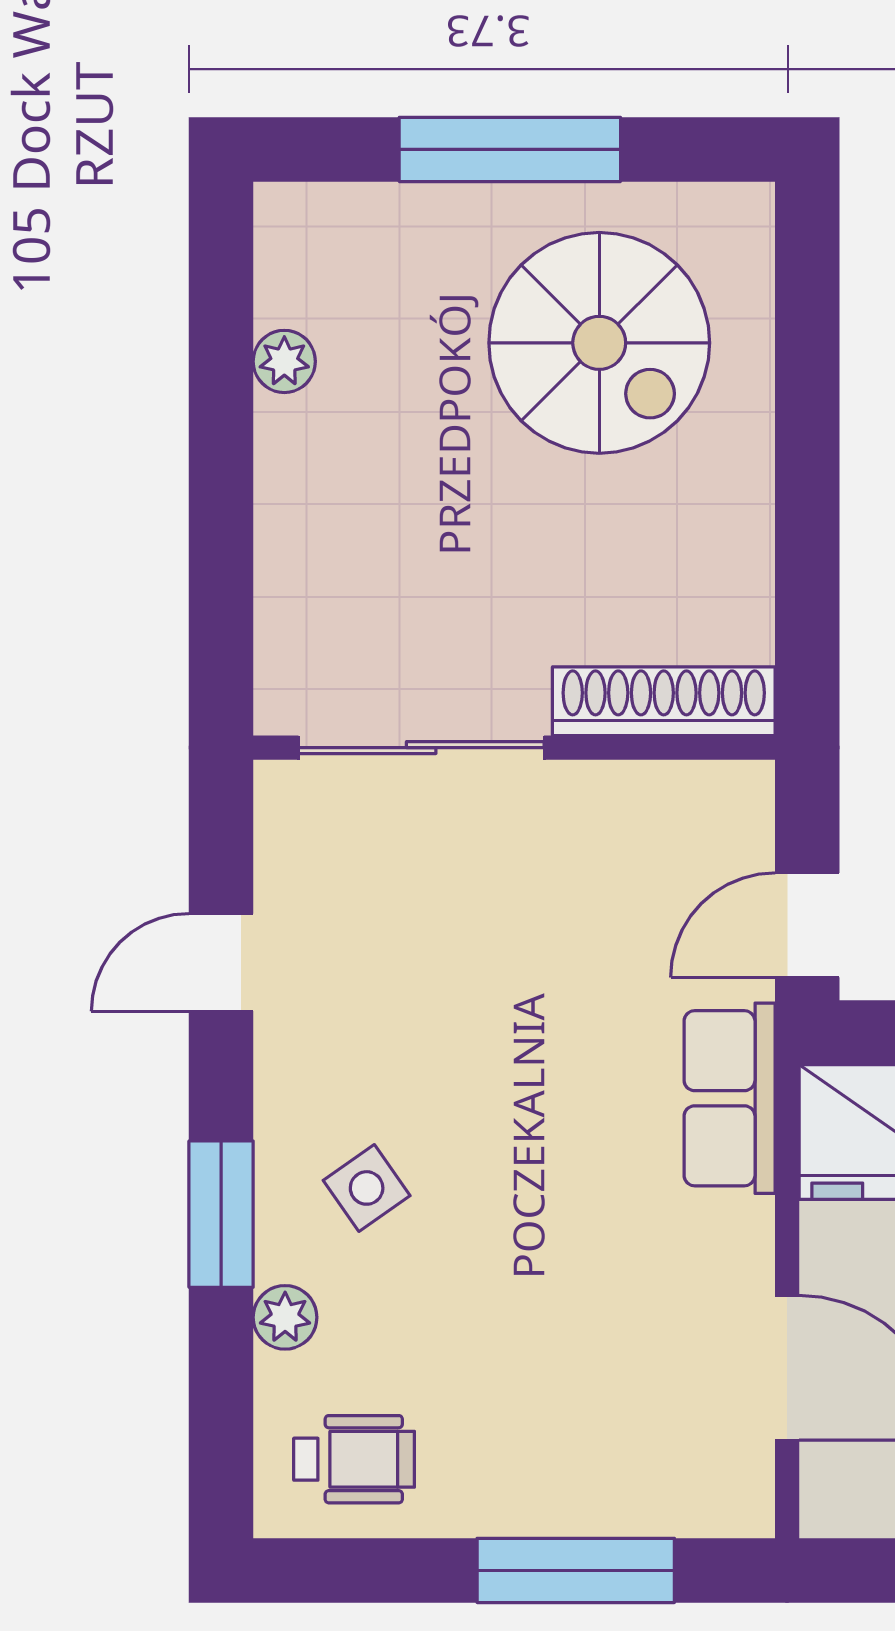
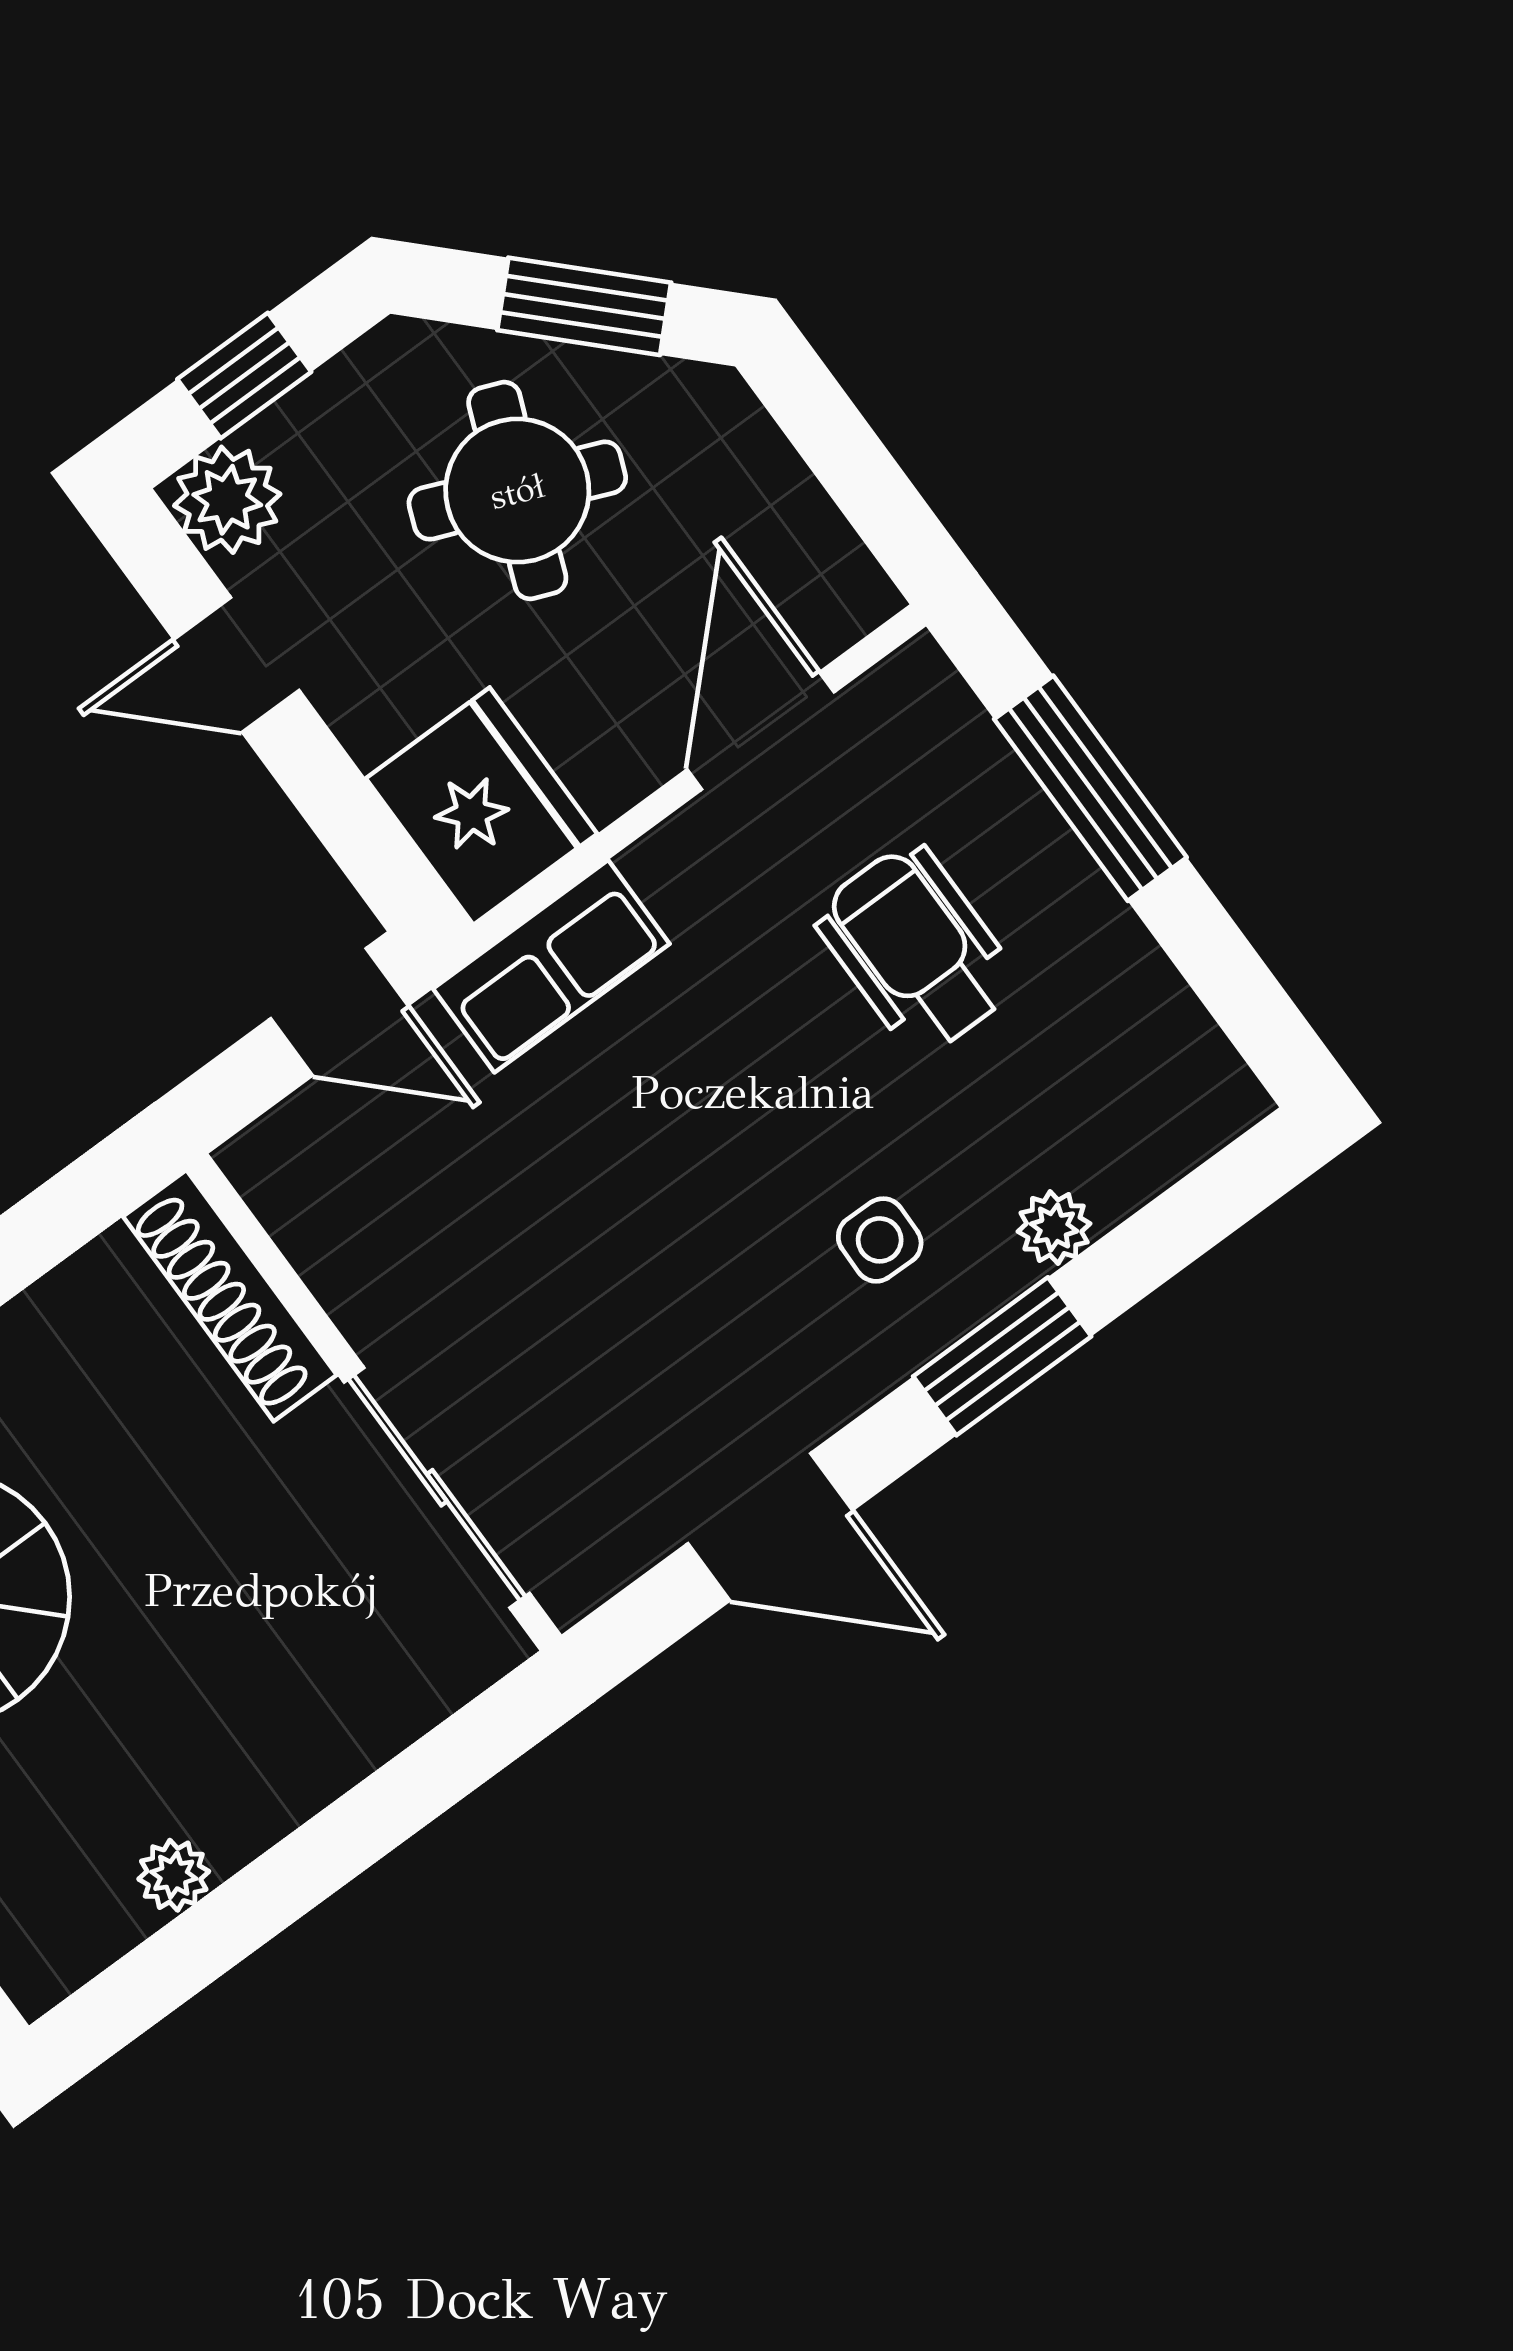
door: (221, 962) -> (770, 1527), width x1.38
side table: (367, 1188) -> (880, 1240), turned 36
wheelchair: (354, 1459) -> (916, 949), moved, width x1.36, depth x1.37

